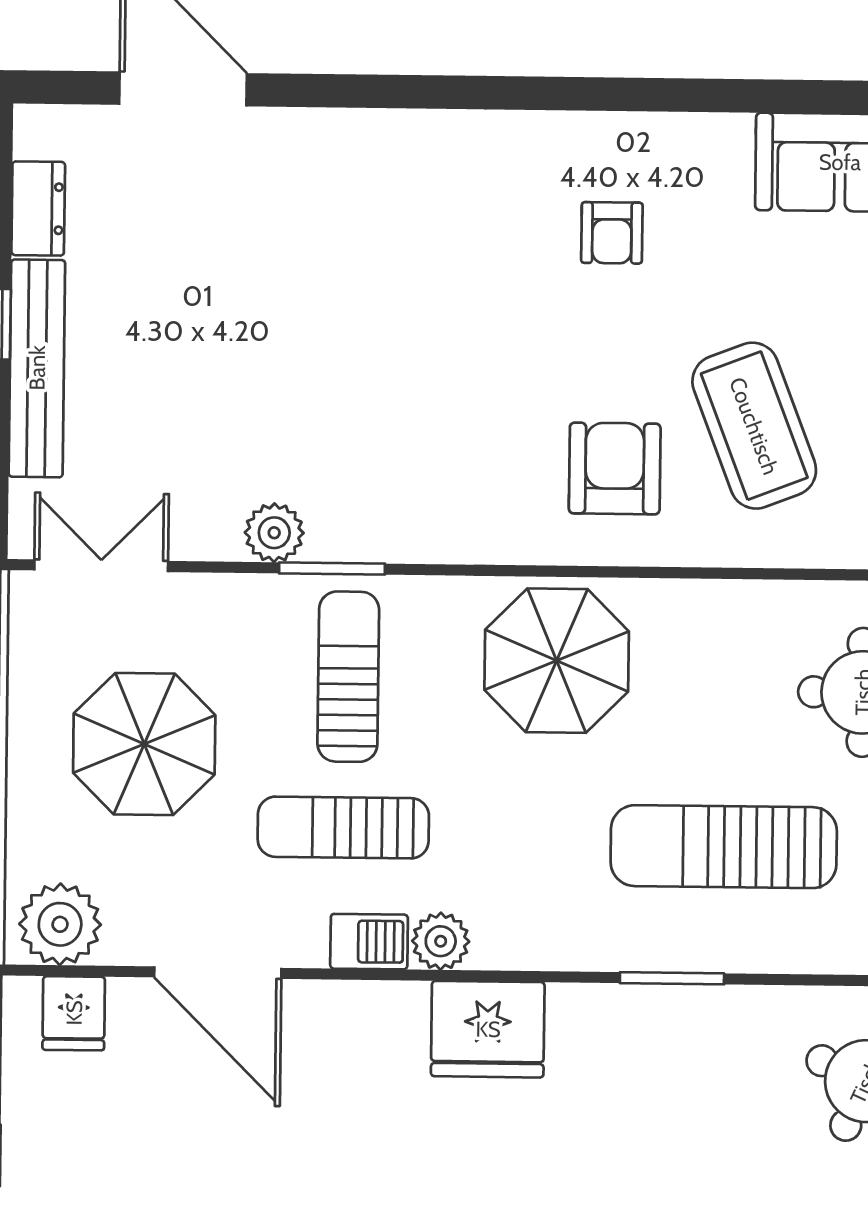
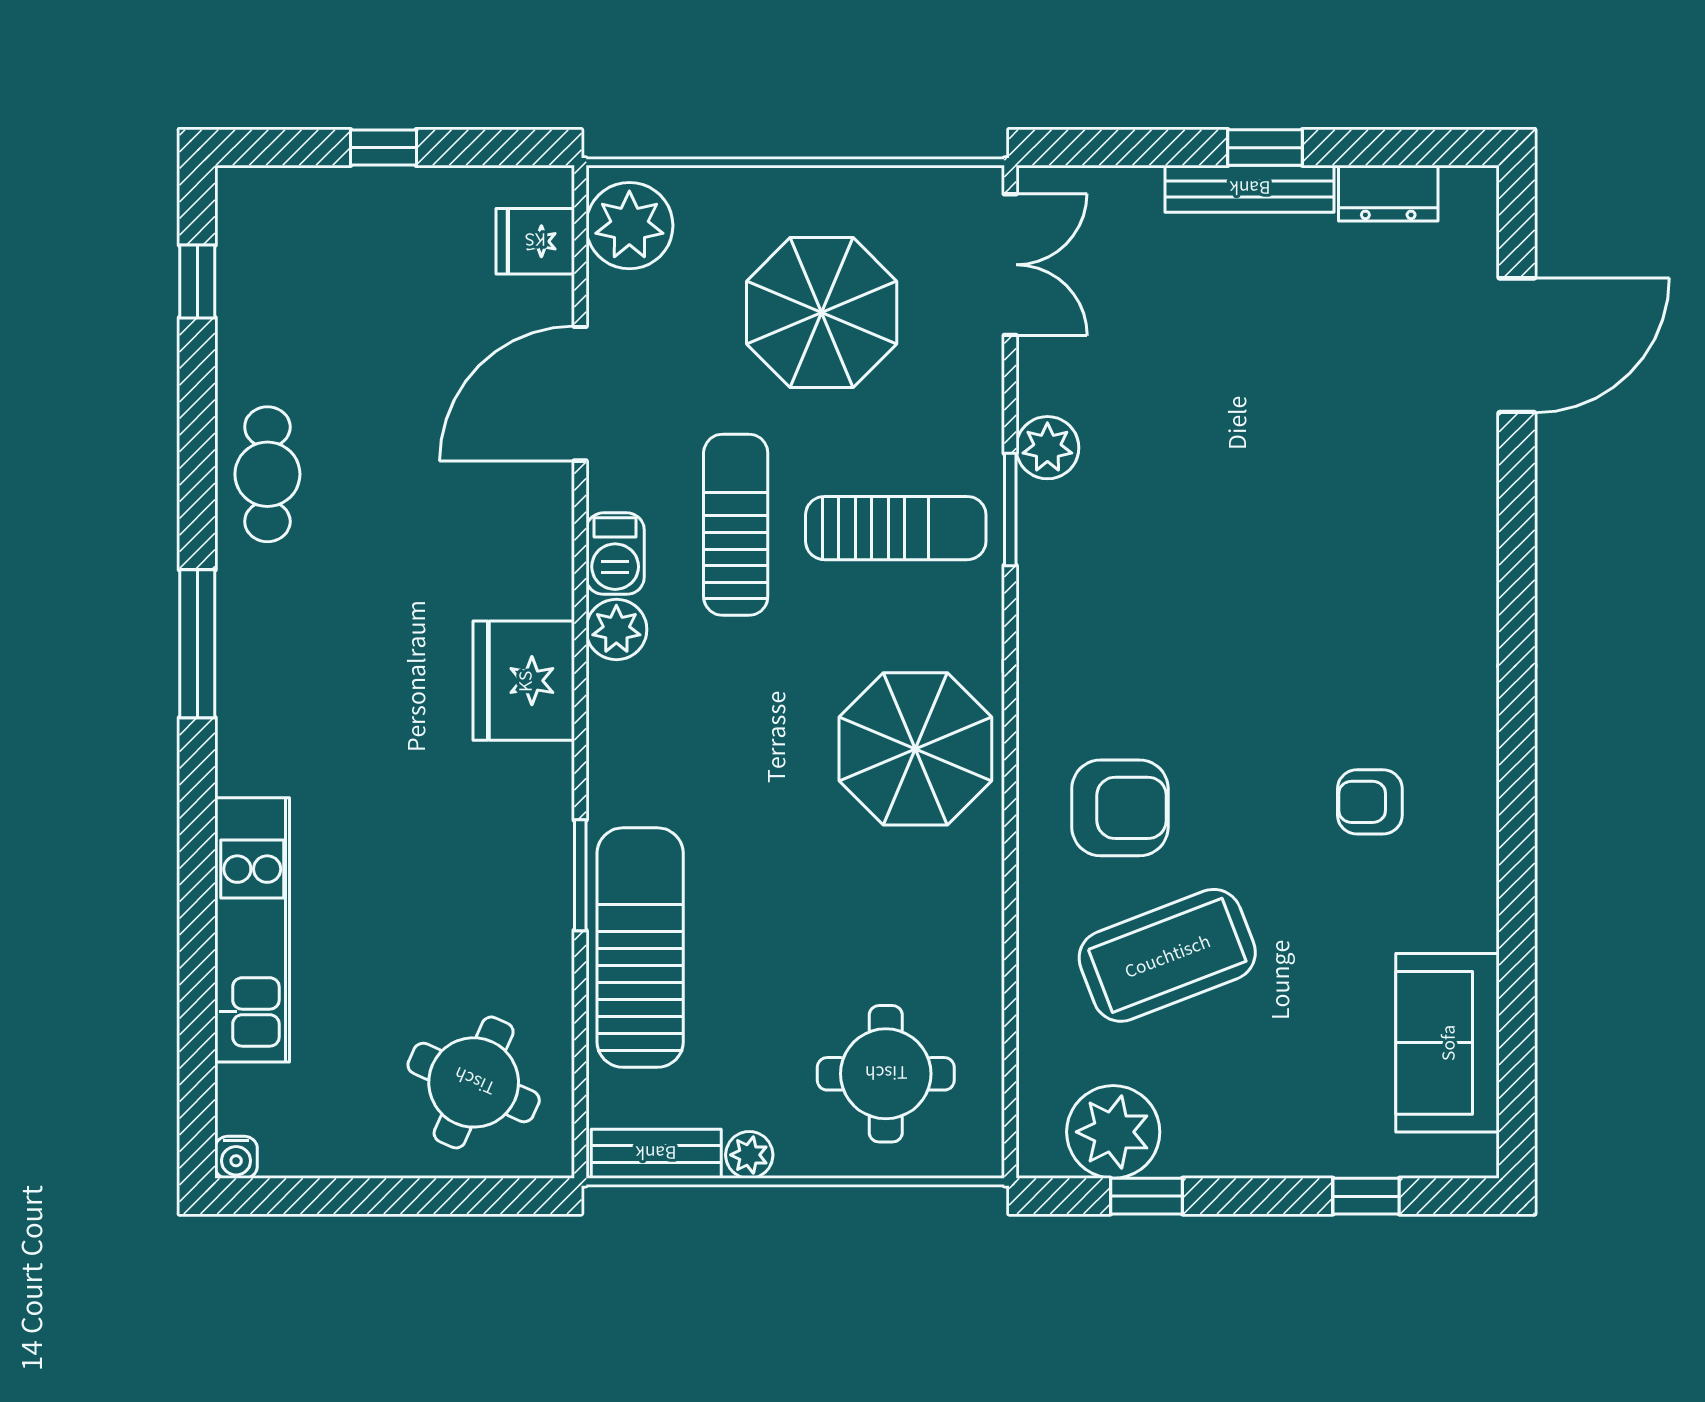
bench: (37, 368) -> (1250, 189), width x0.73, depth x0.82
sun lounger: (724, 847) -> (640, 948), moved

